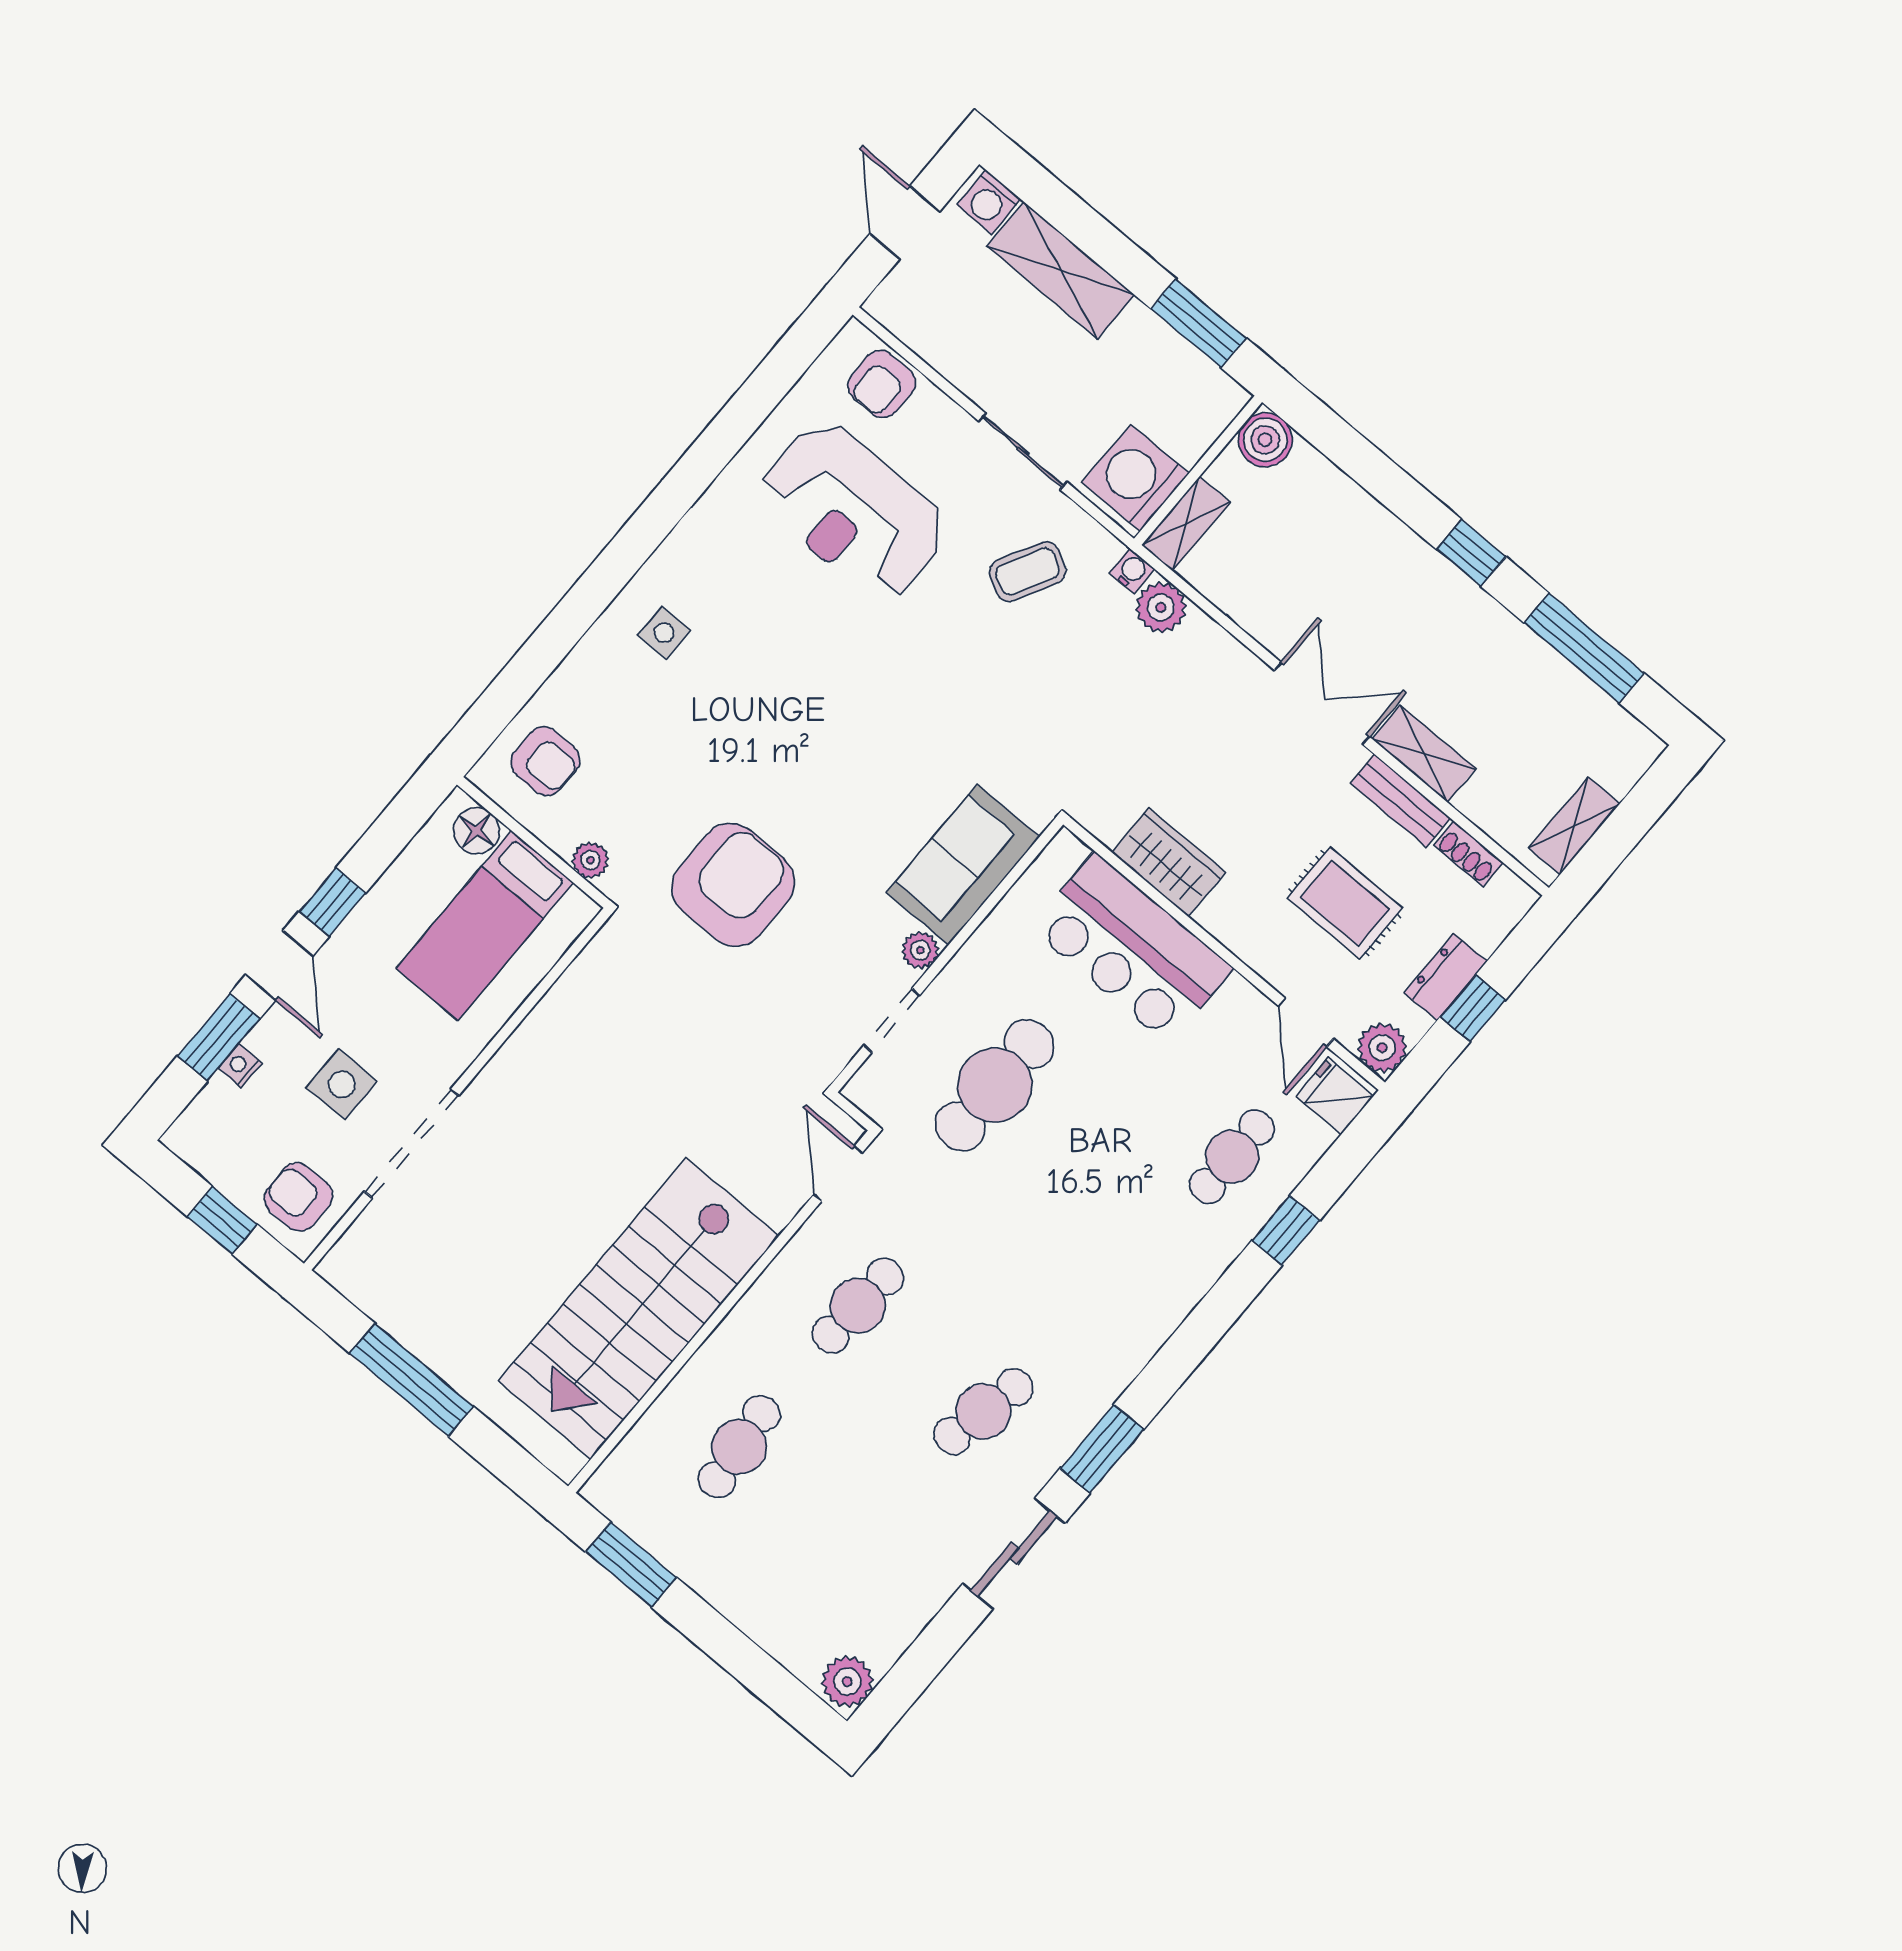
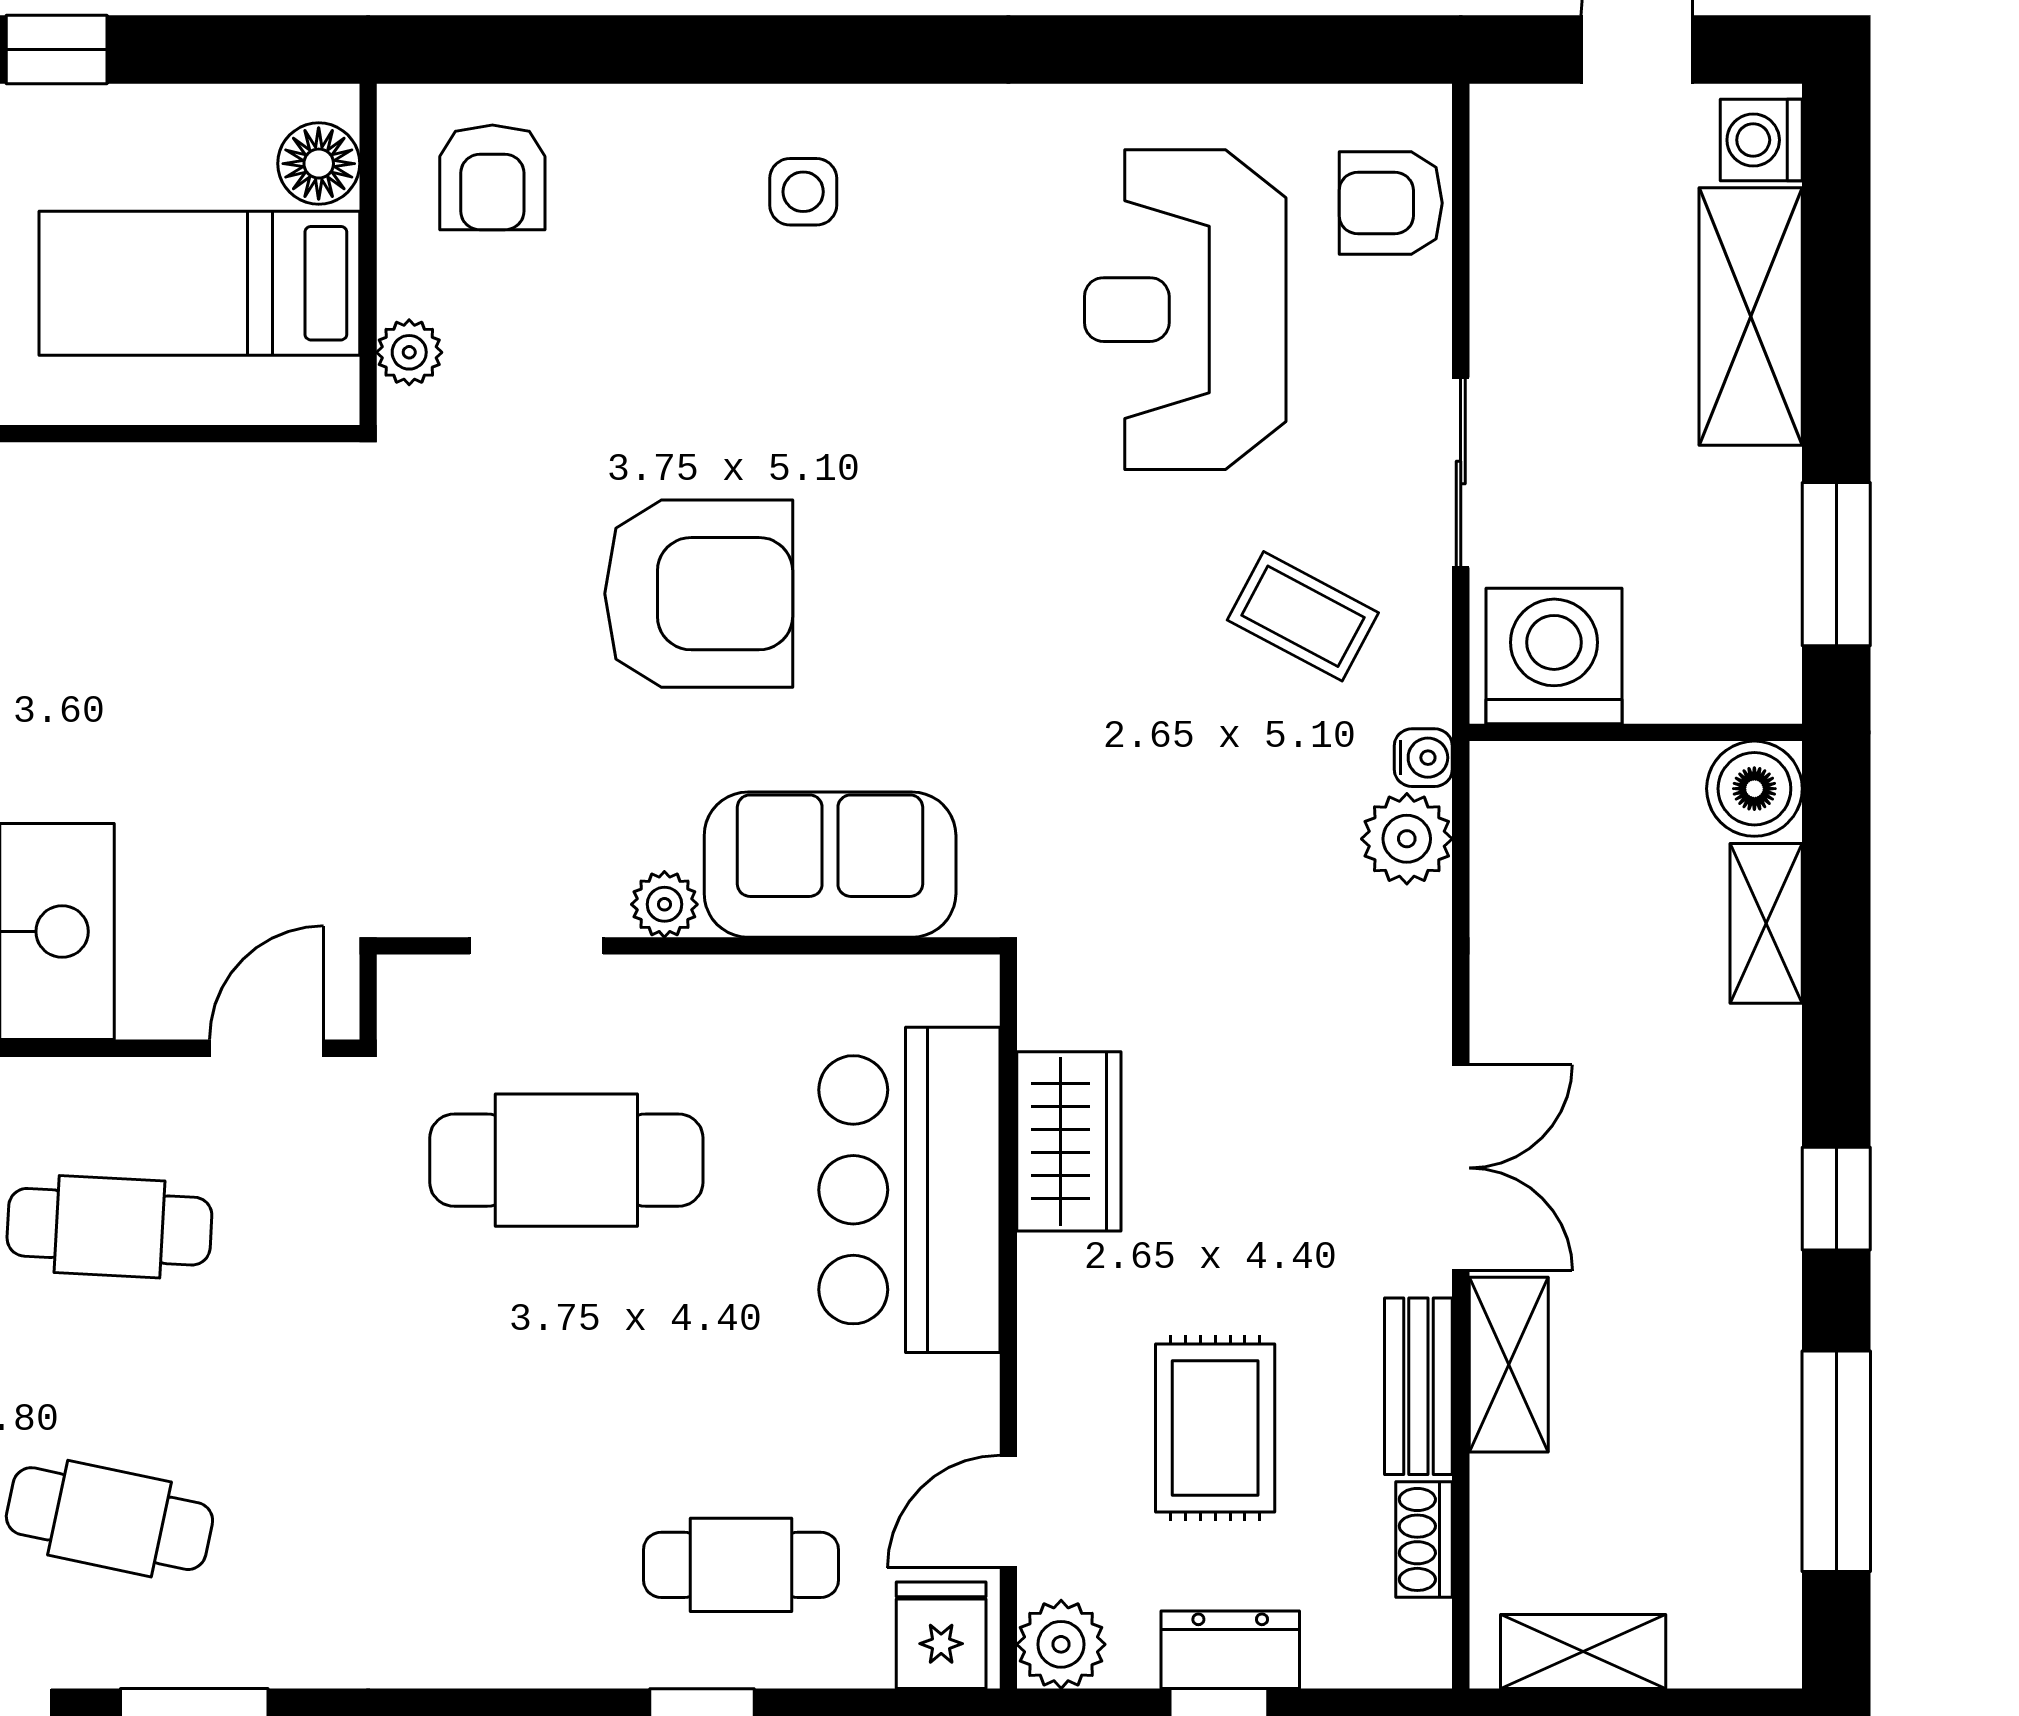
shelving: (1186, 524) -> (1766, 923), moved, turned 90
armchair: (733, 885) -> (699, 594), moved

